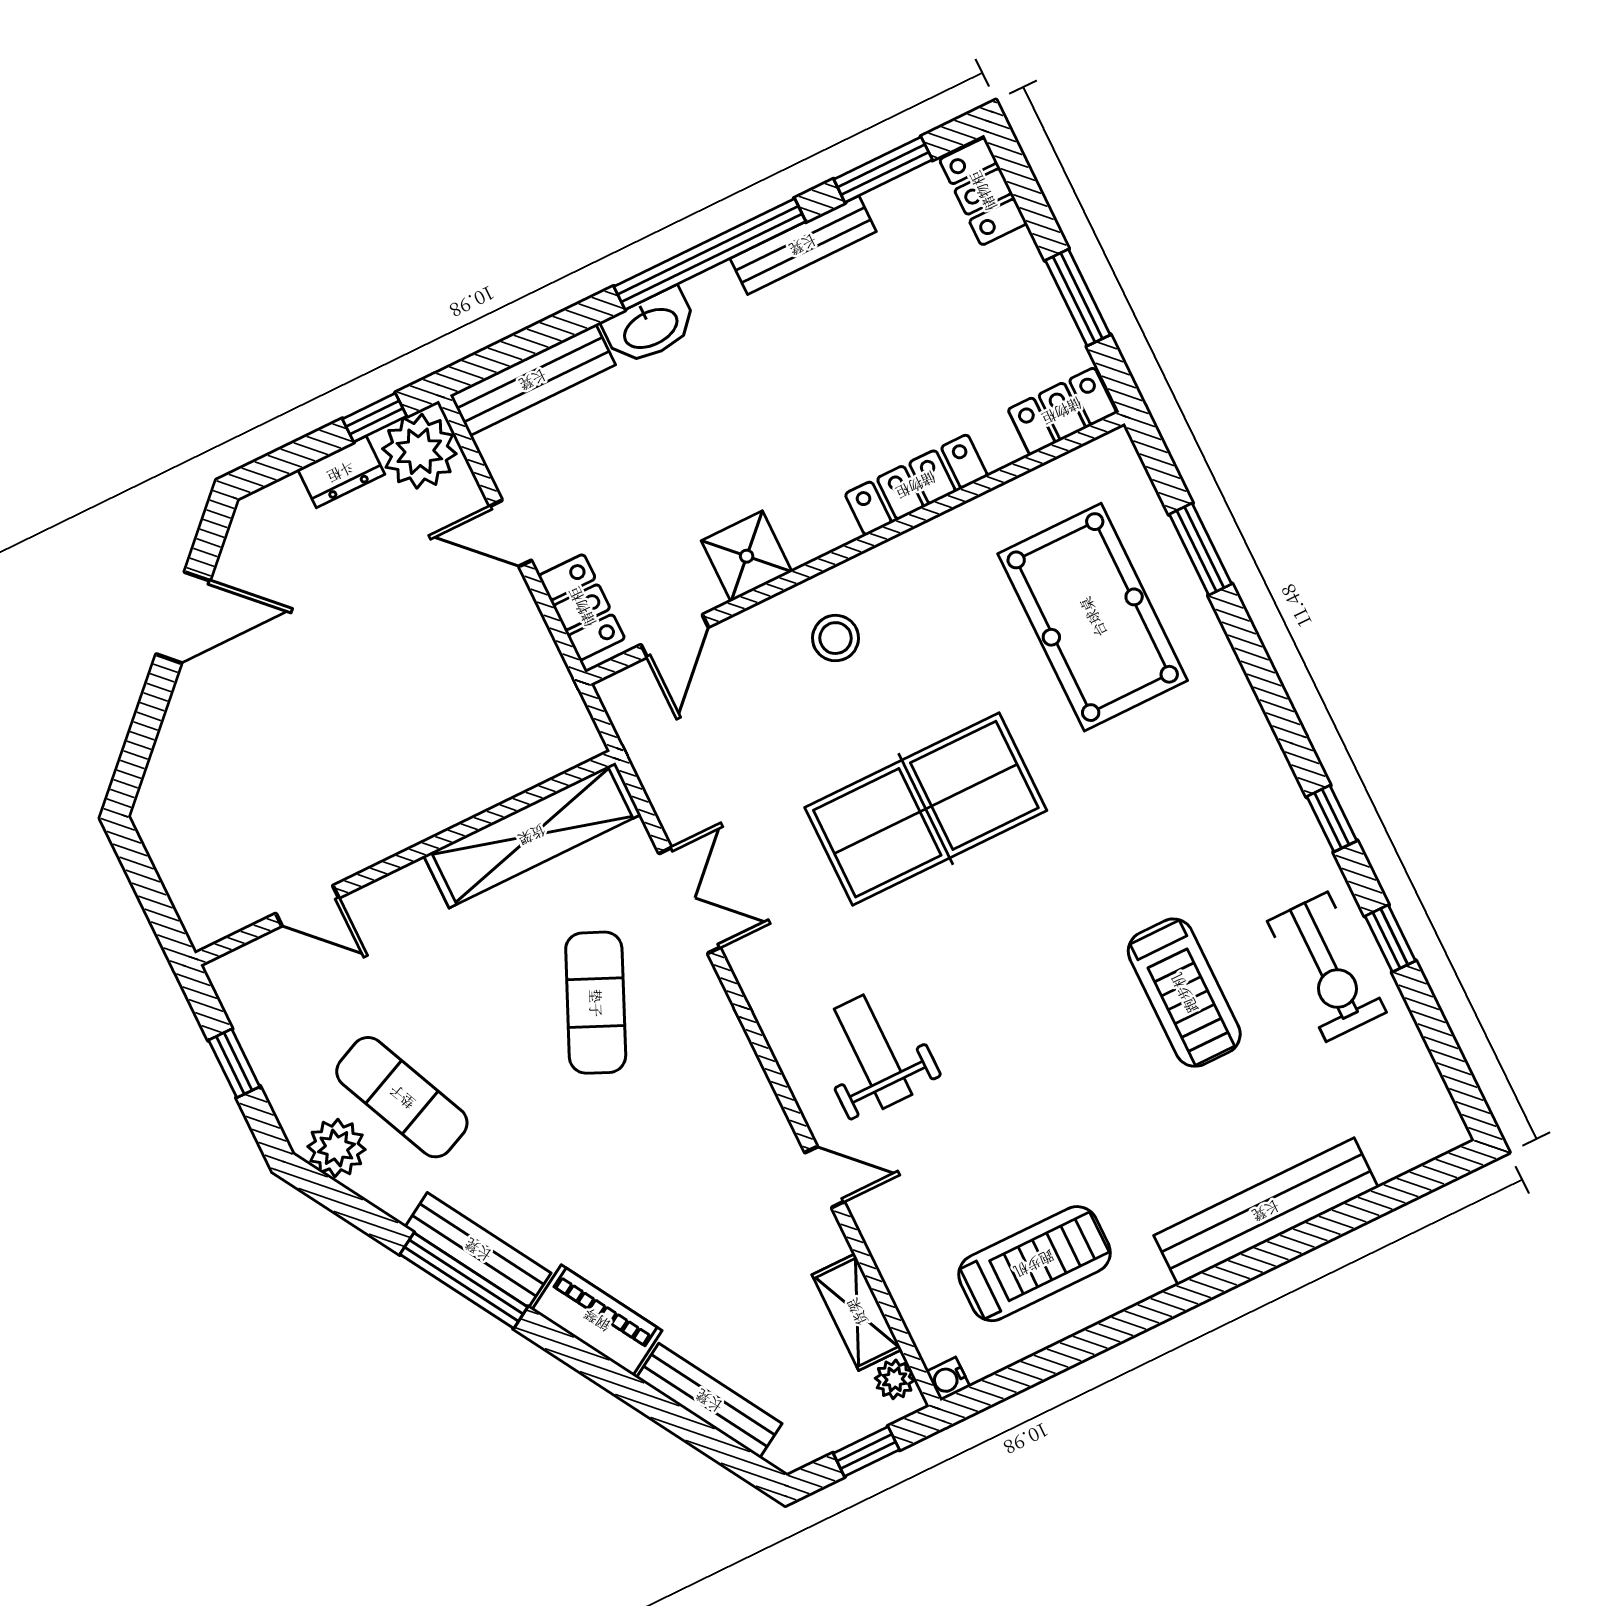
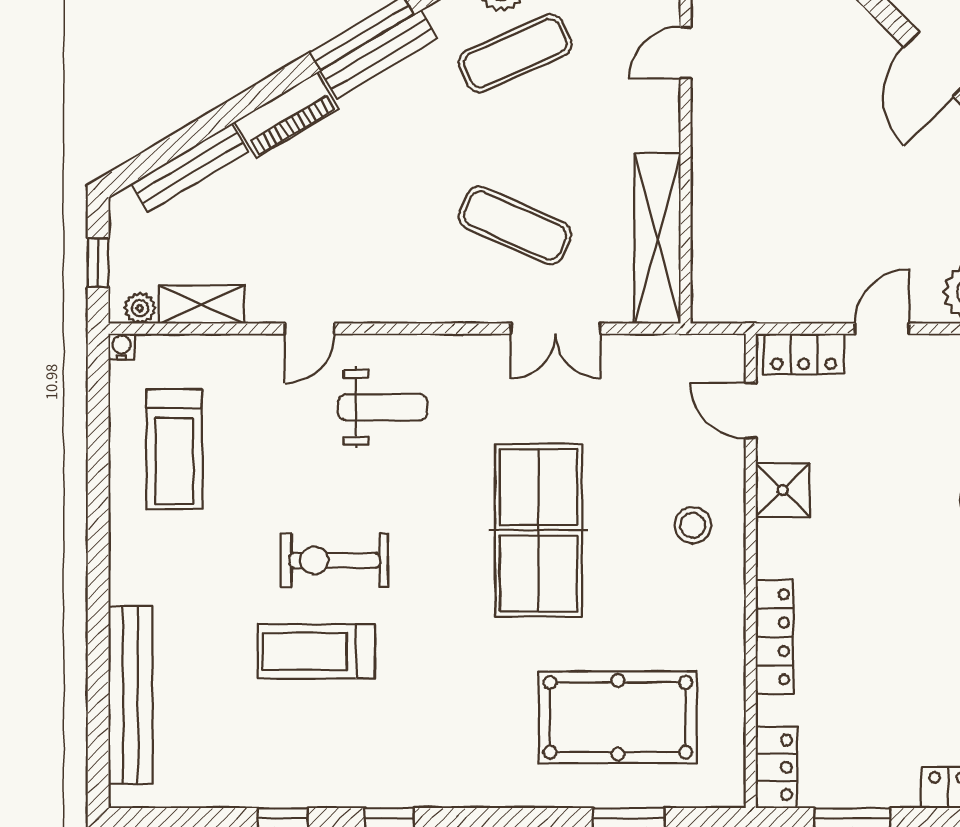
exercise bike: (1327, 967) -> (335, 560), moved
bench: (1266, 1211) -> (130, 695), moved

